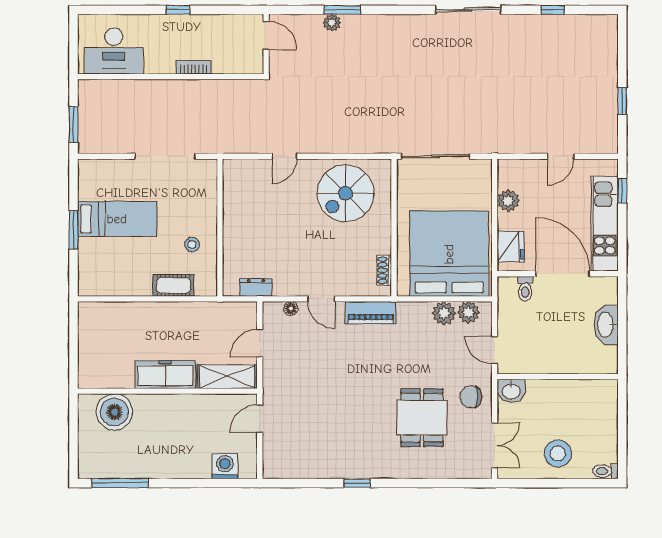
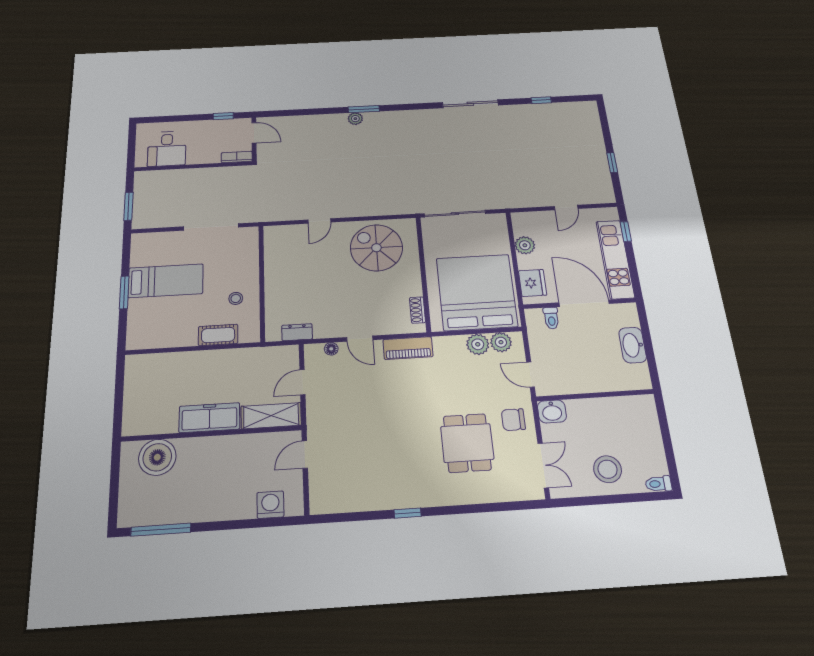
door: (266, 35) -> (254, 133), moved
wall: (266, 44) -> (254, 139), moved
desk: (114, 51) -> (167, 149), width x0.73
spiral stairs: (345, 193) -> (376, 248), turned 90

